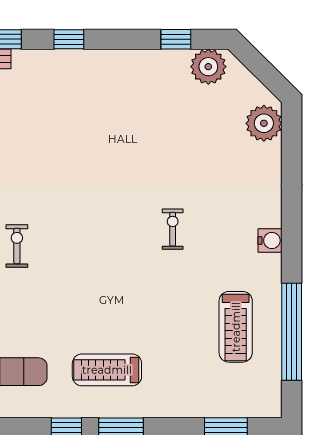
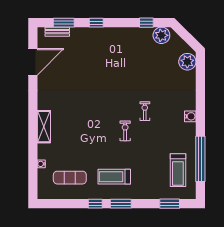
exercise bike: (17, 246) -> (125, 131), moved
treadmill: (236, 327) -> (178, 170), moved

